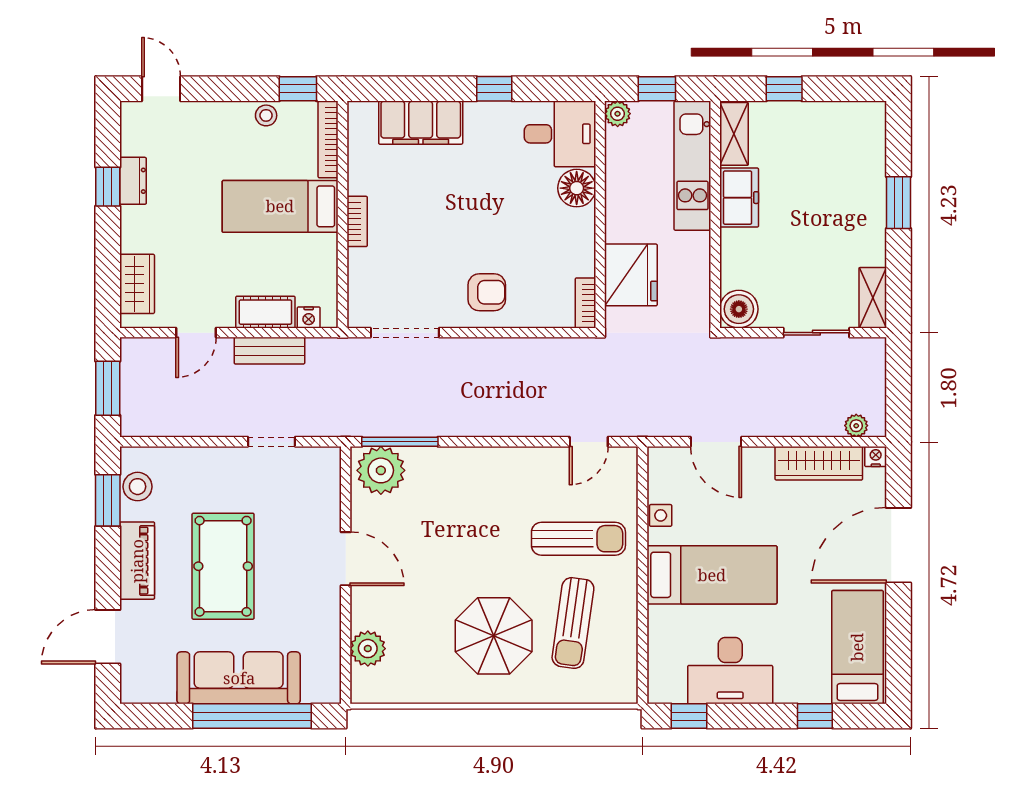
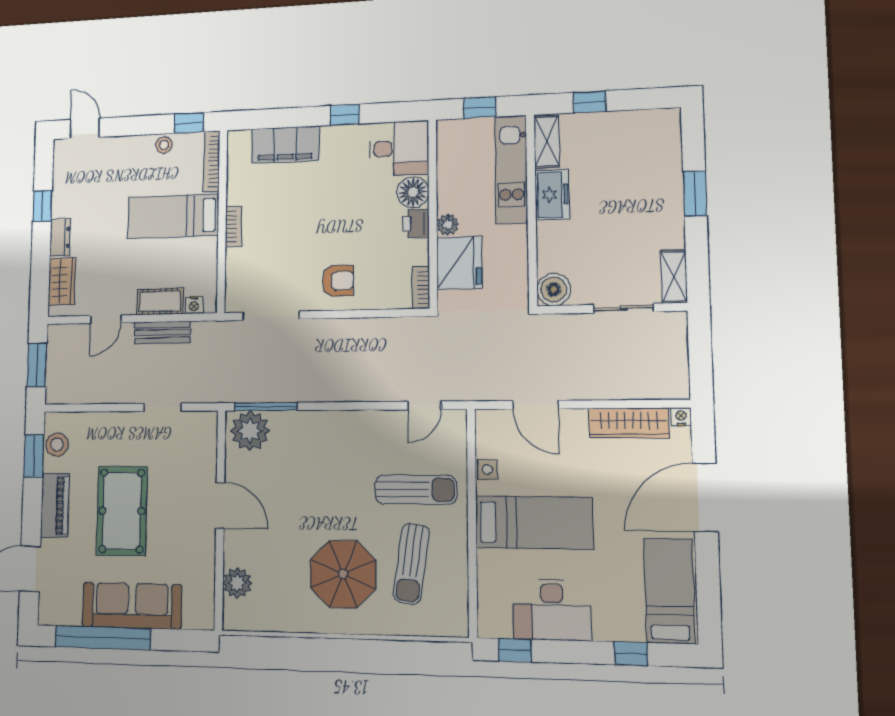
plant: (618, 114) -> (448, 224), moved
dresser: (133, 181) -> (60, 238), moved
printer: (580, 226) -> (416, 224), added
plant: (856, 426) -> (662, 389), removed
window: (252, 716) -> (103, 638), moved

